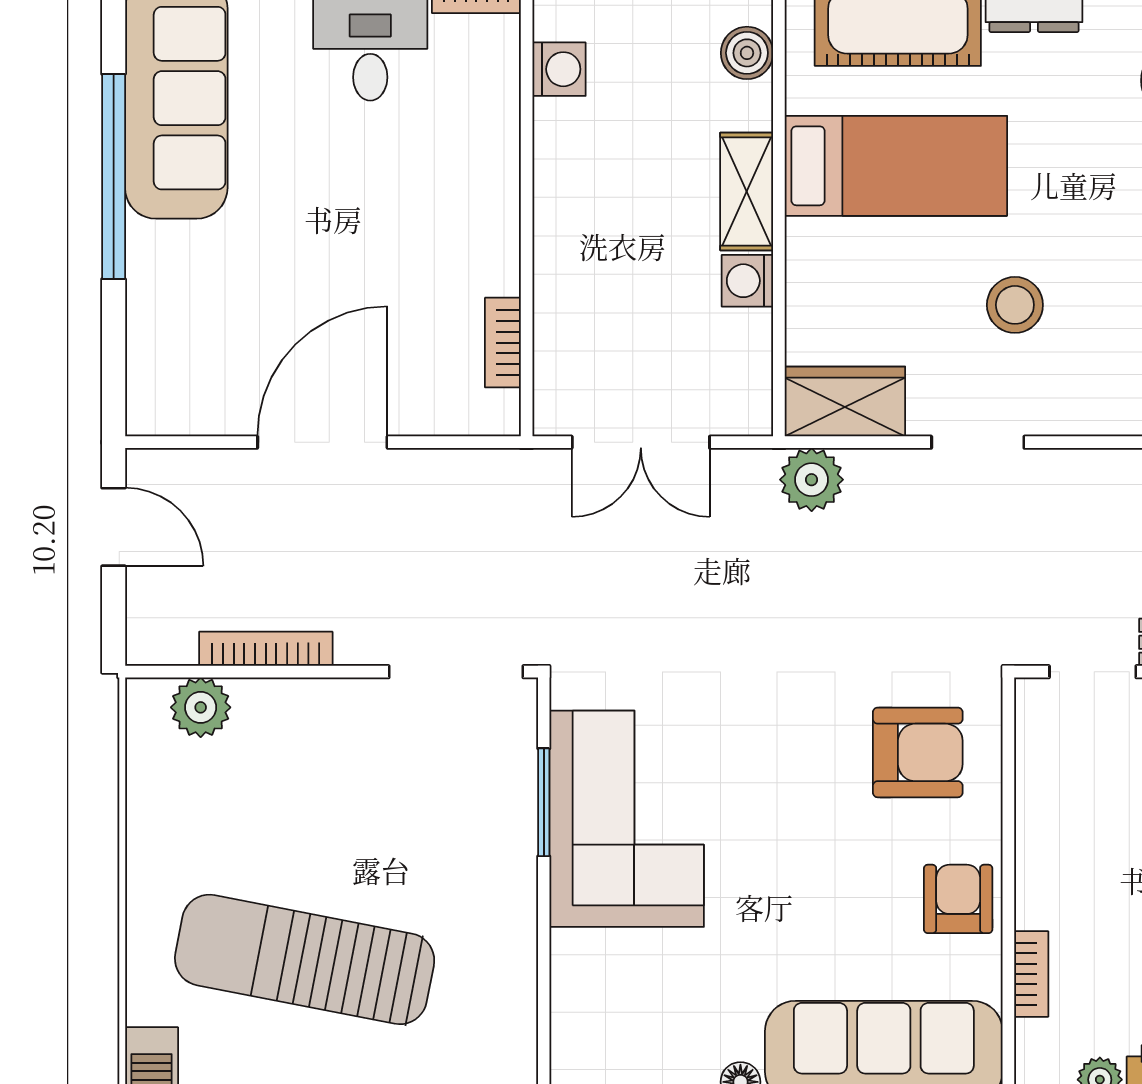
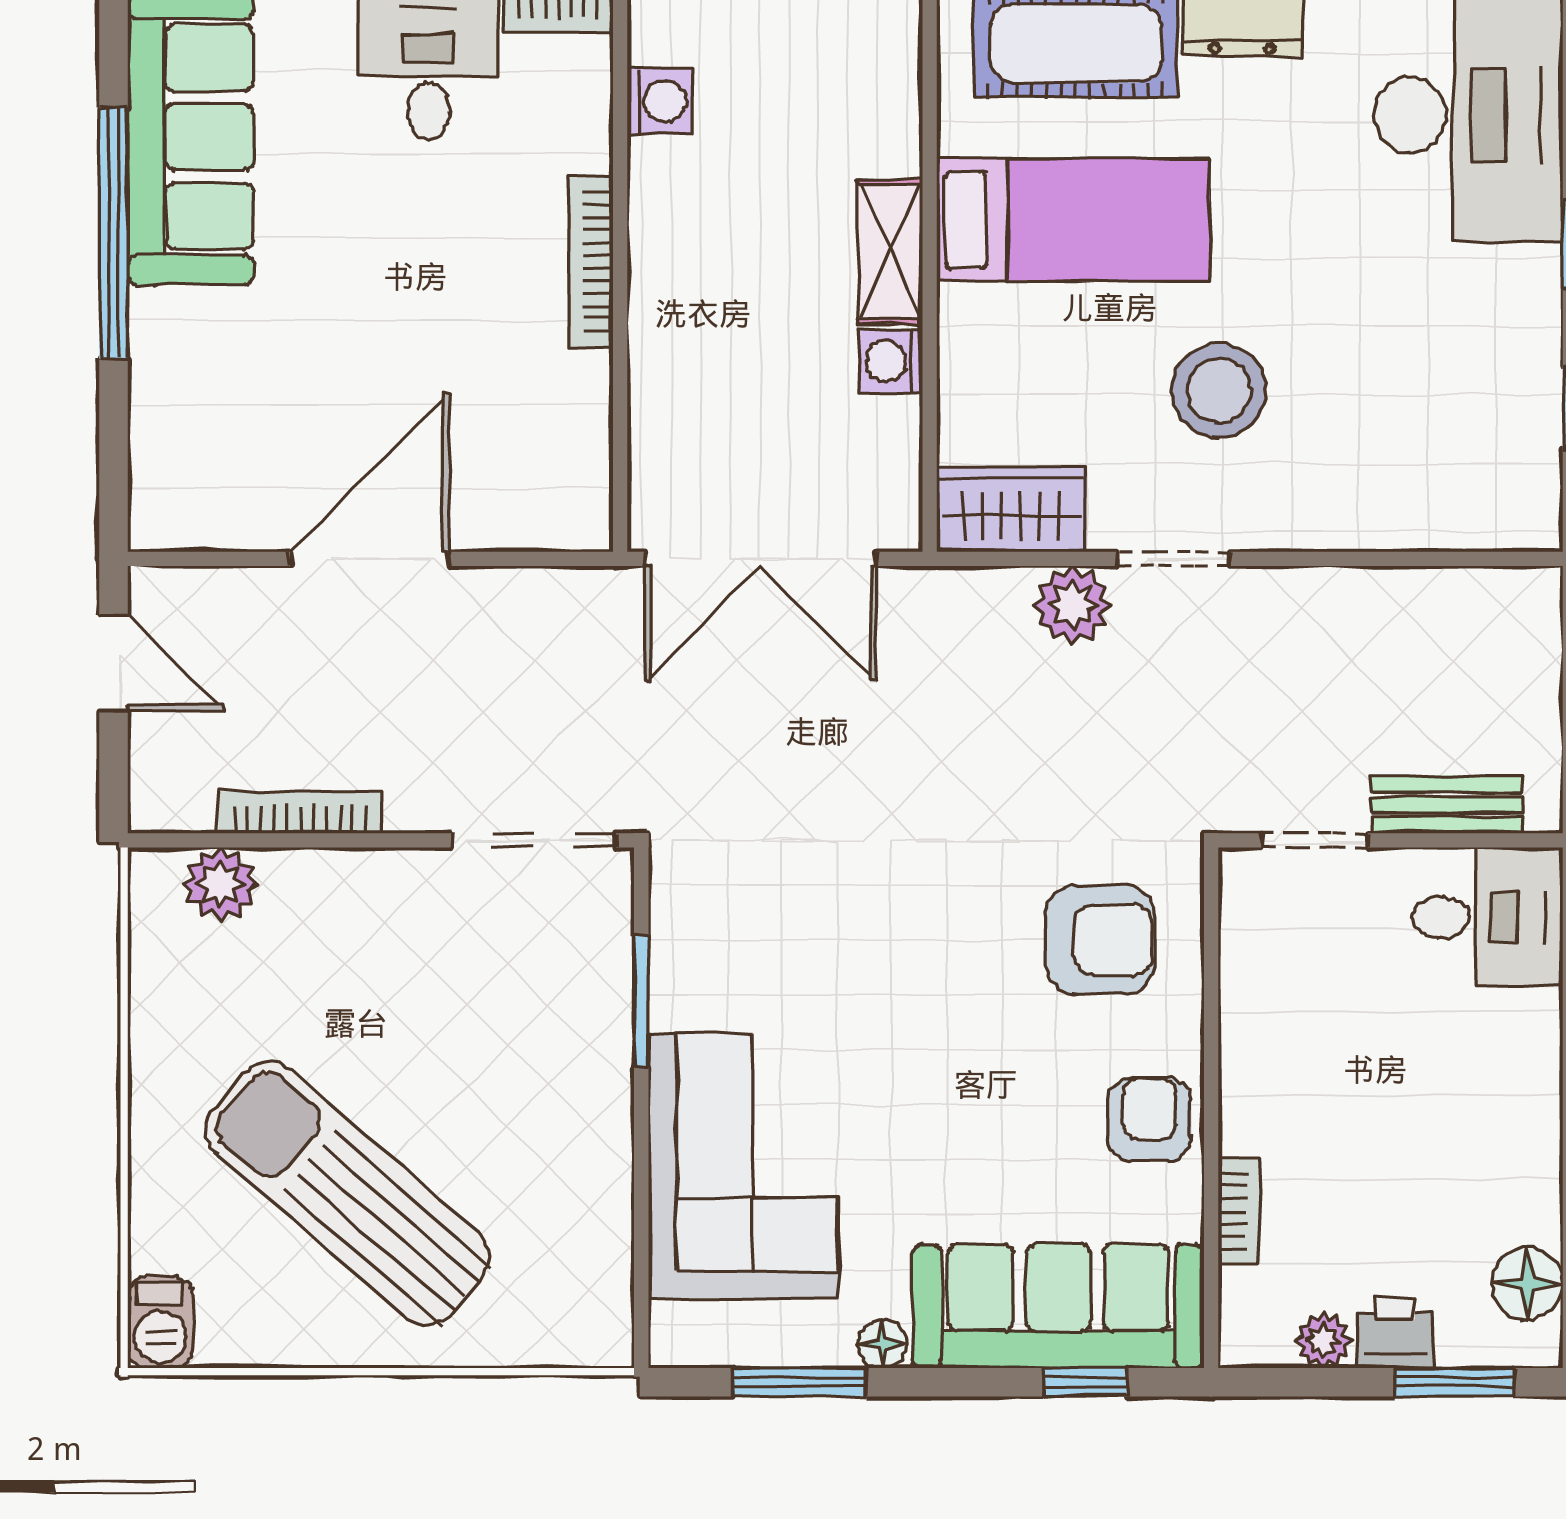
boiler: (747, 53) -> (891, 81), removed
stool: (1015, 305) -> (1219, 391), width x1.38, depth x1.38
bookcase: (503, 343) -> (591, 261), moved, width x1.56
double door: (641, 442) -> (760, 559), width x1.37
plant: (812, 480) -> (1072, 605), moved
corner sofa: (627, 819) -> (743, 1166), moved
sun lounger: (305, 959) -> (348, 1193), turned 30

